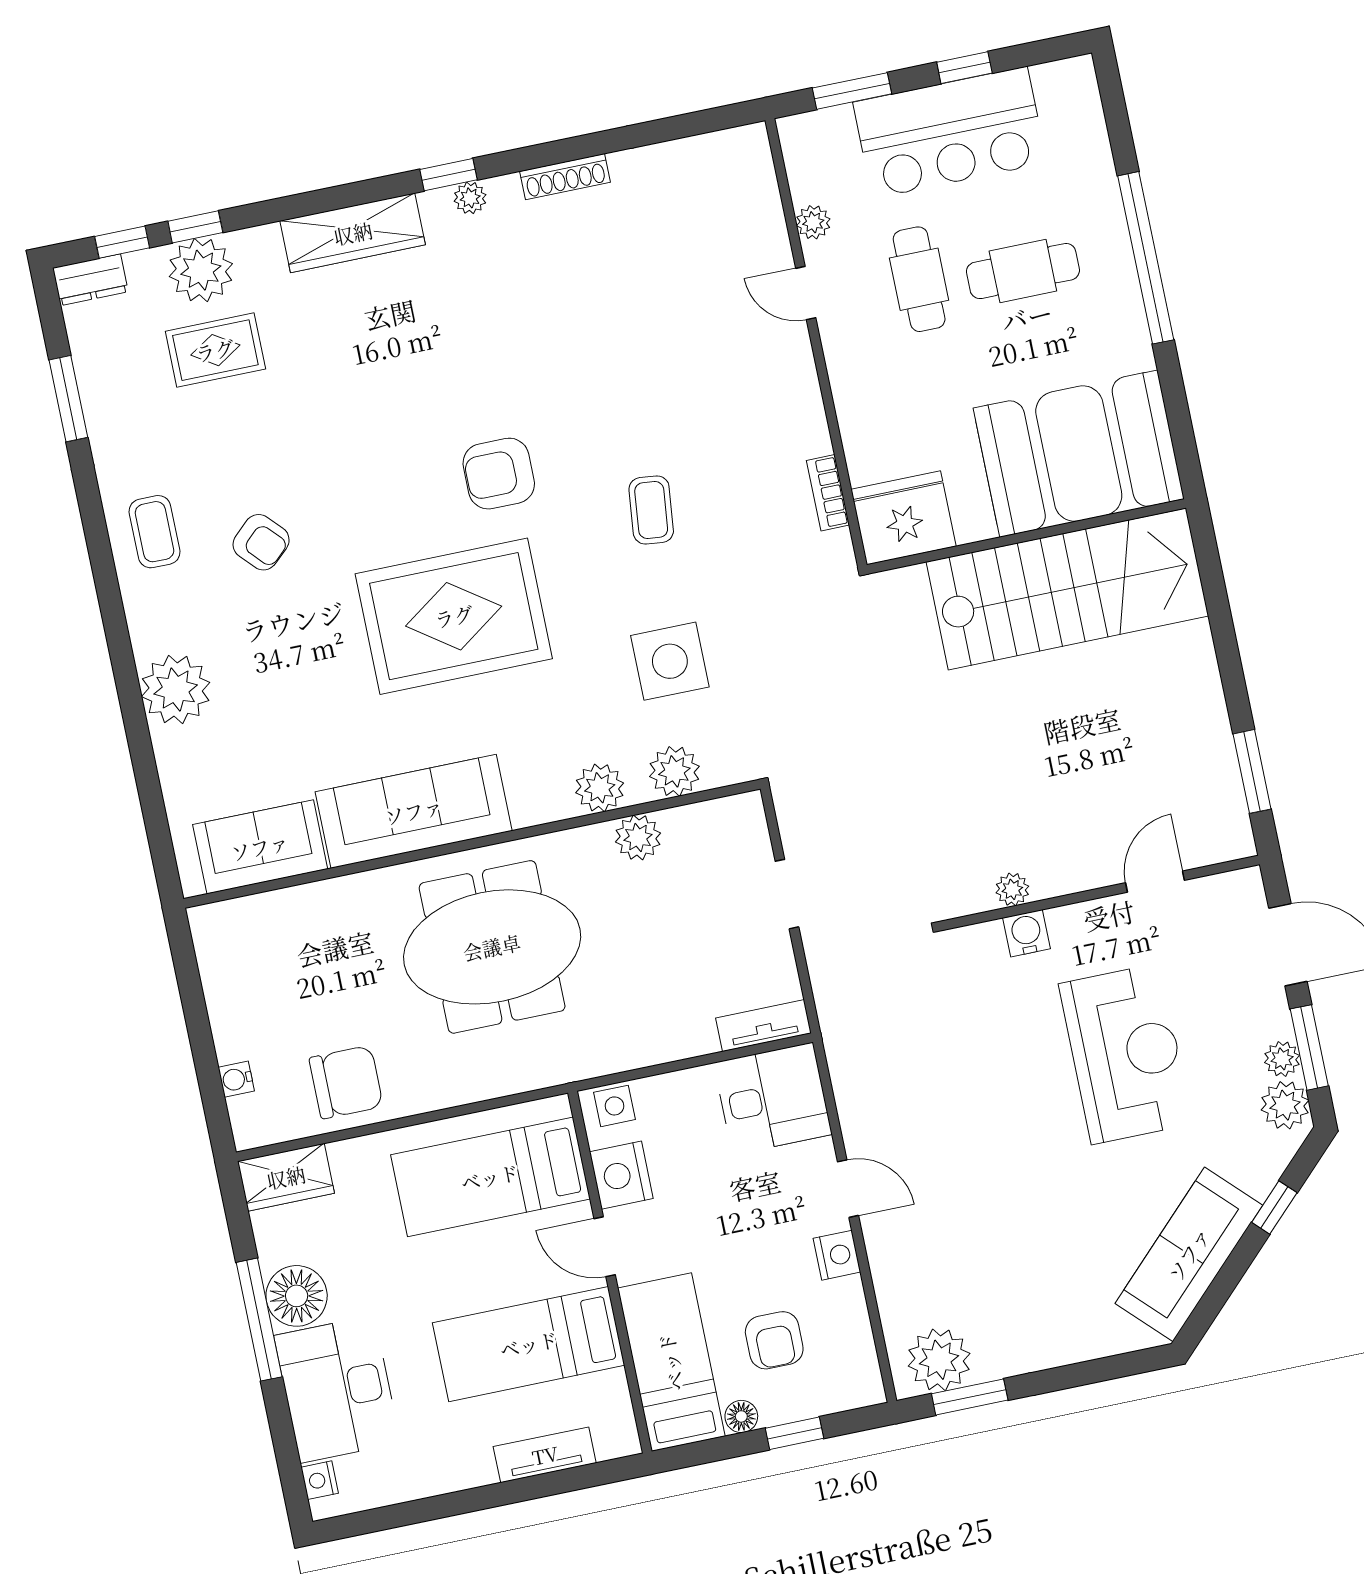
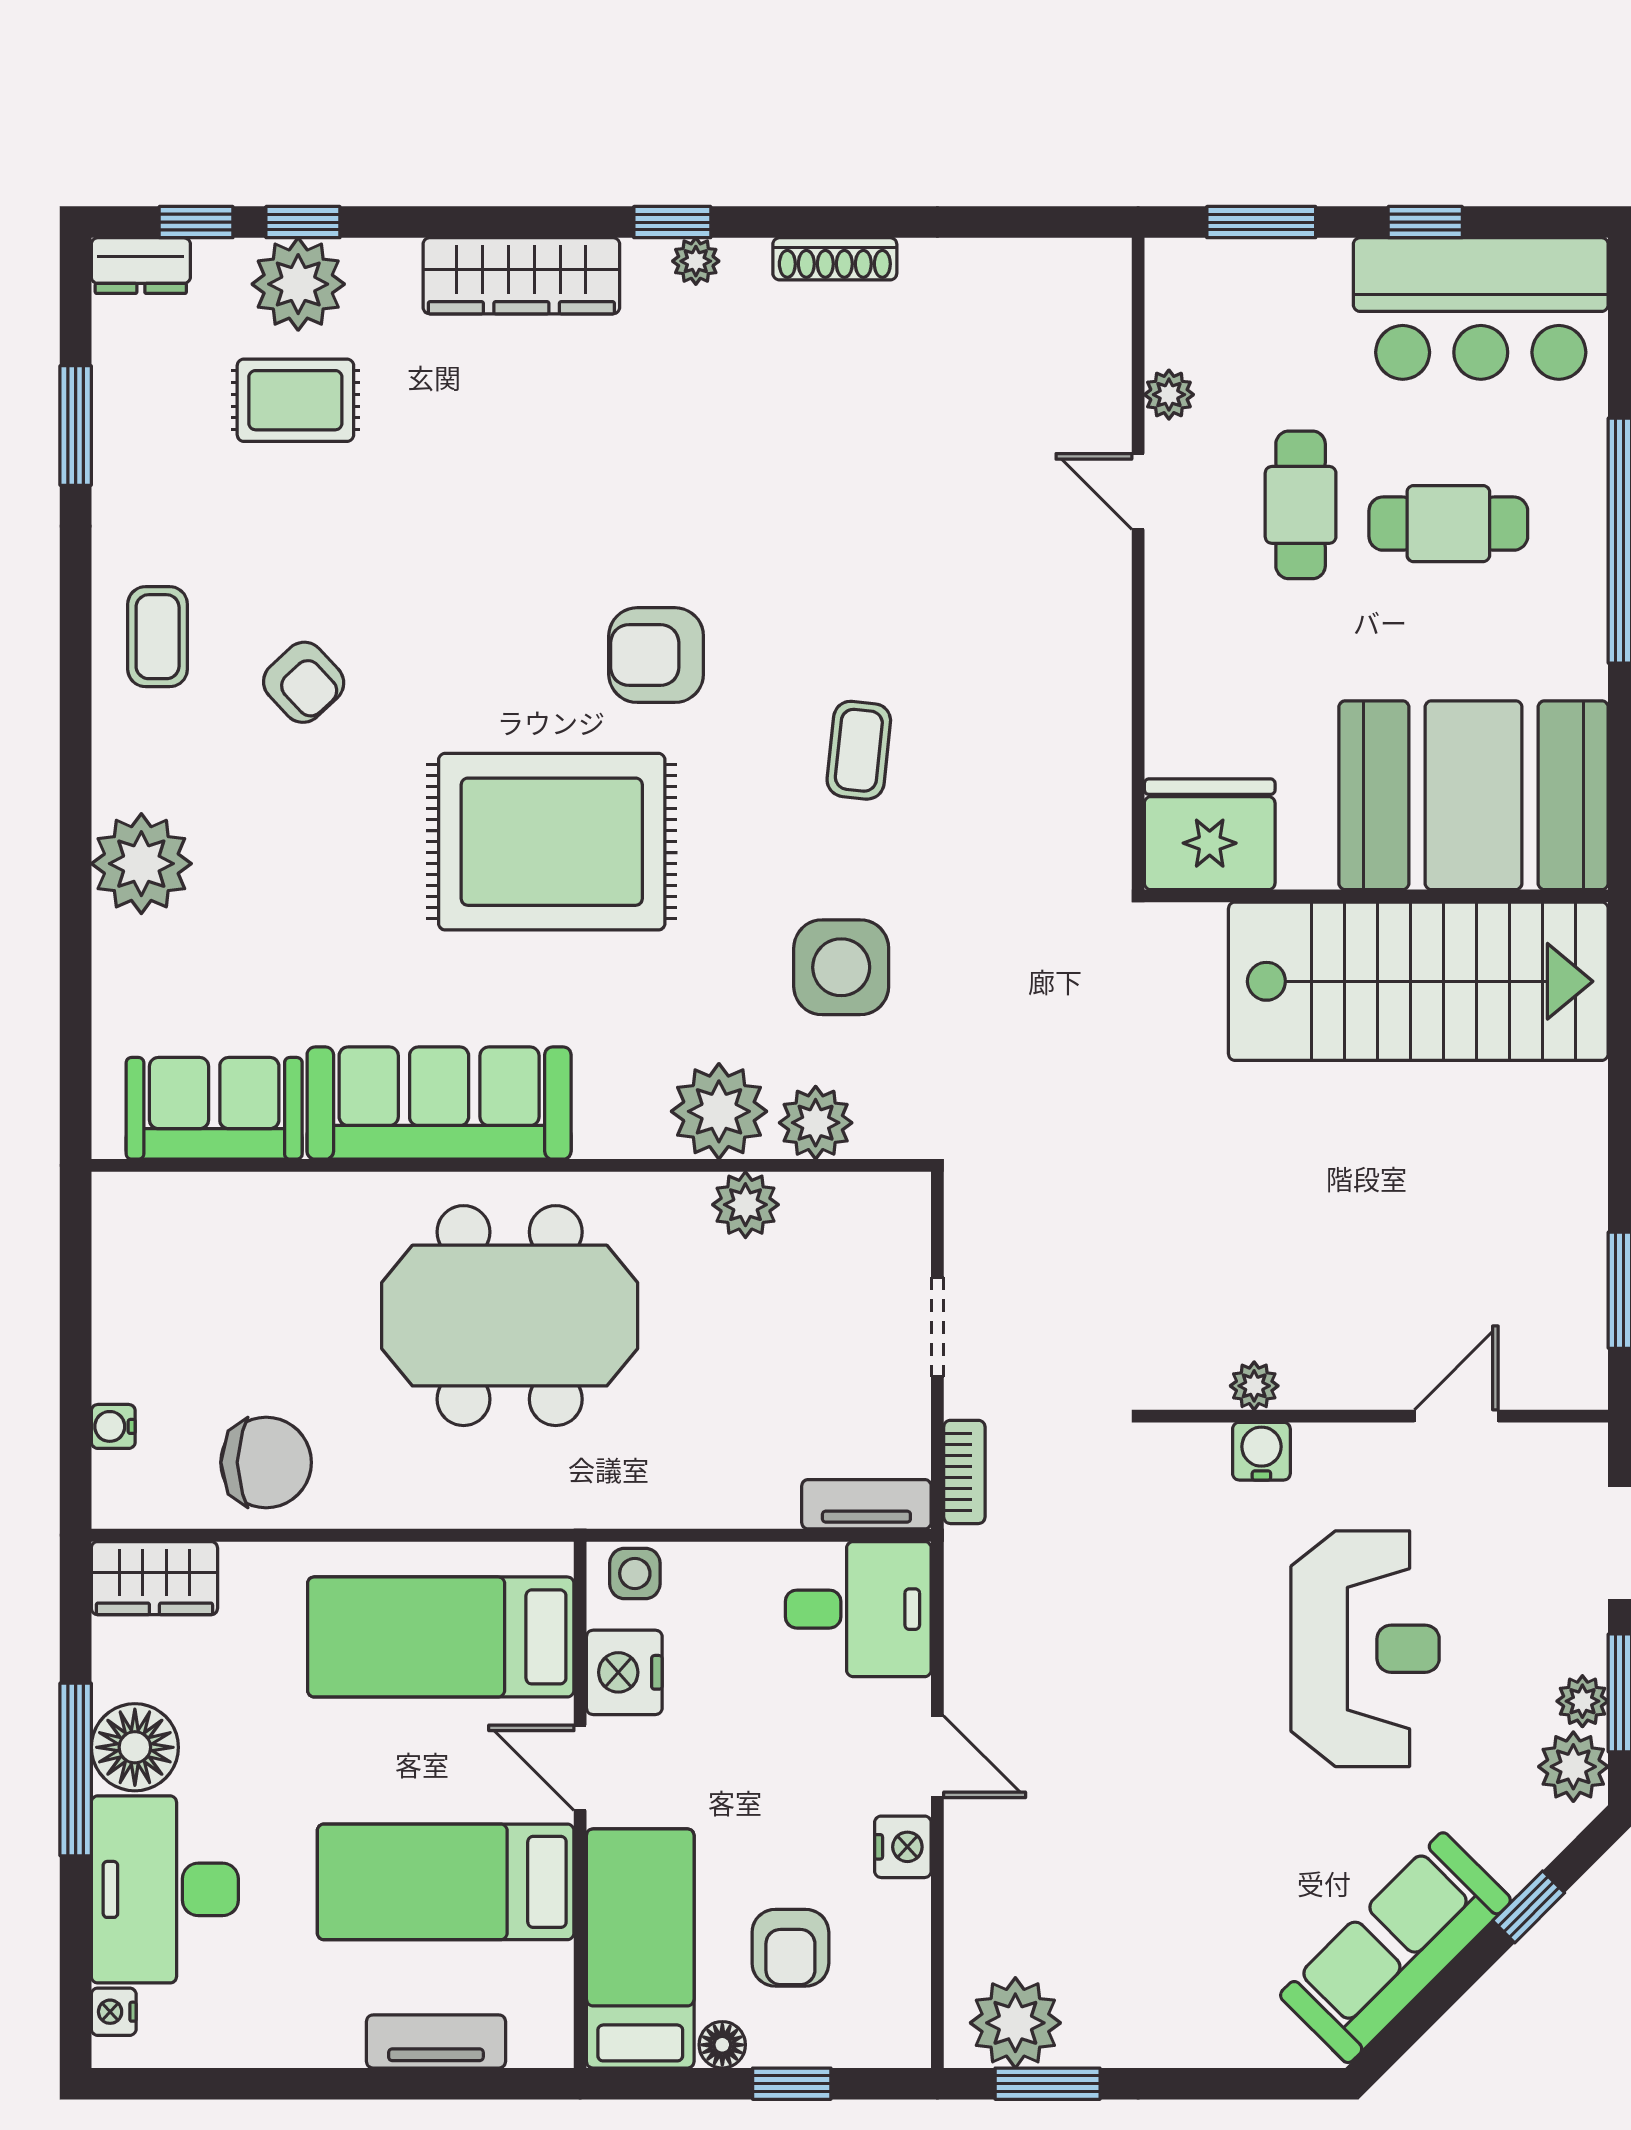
bar counter: (950, 132) -> (1481, 309), moved
bookcase: (828, 493) -> (964, 1472), moved, turned 180
plant: (600, 788) -> (719, 1111), width x1.36, depth x1.36

